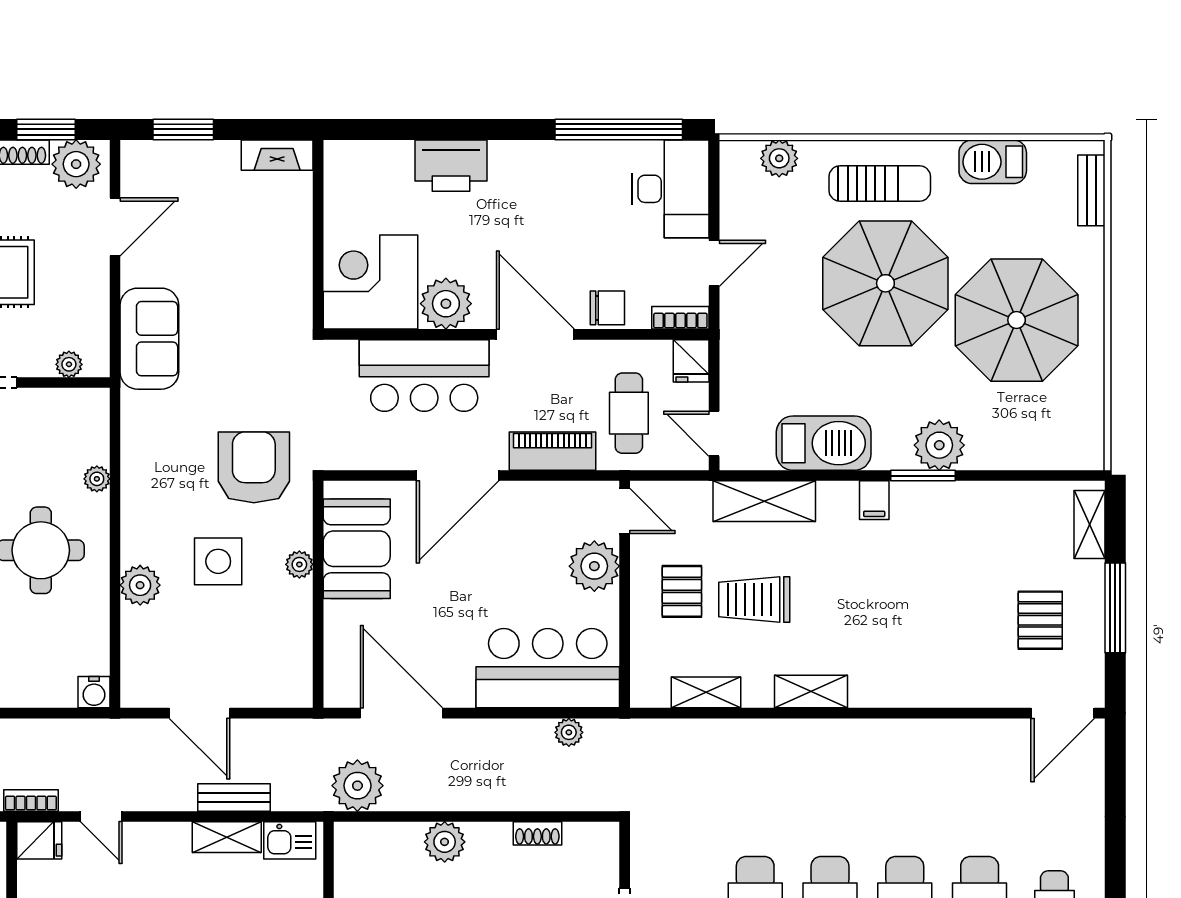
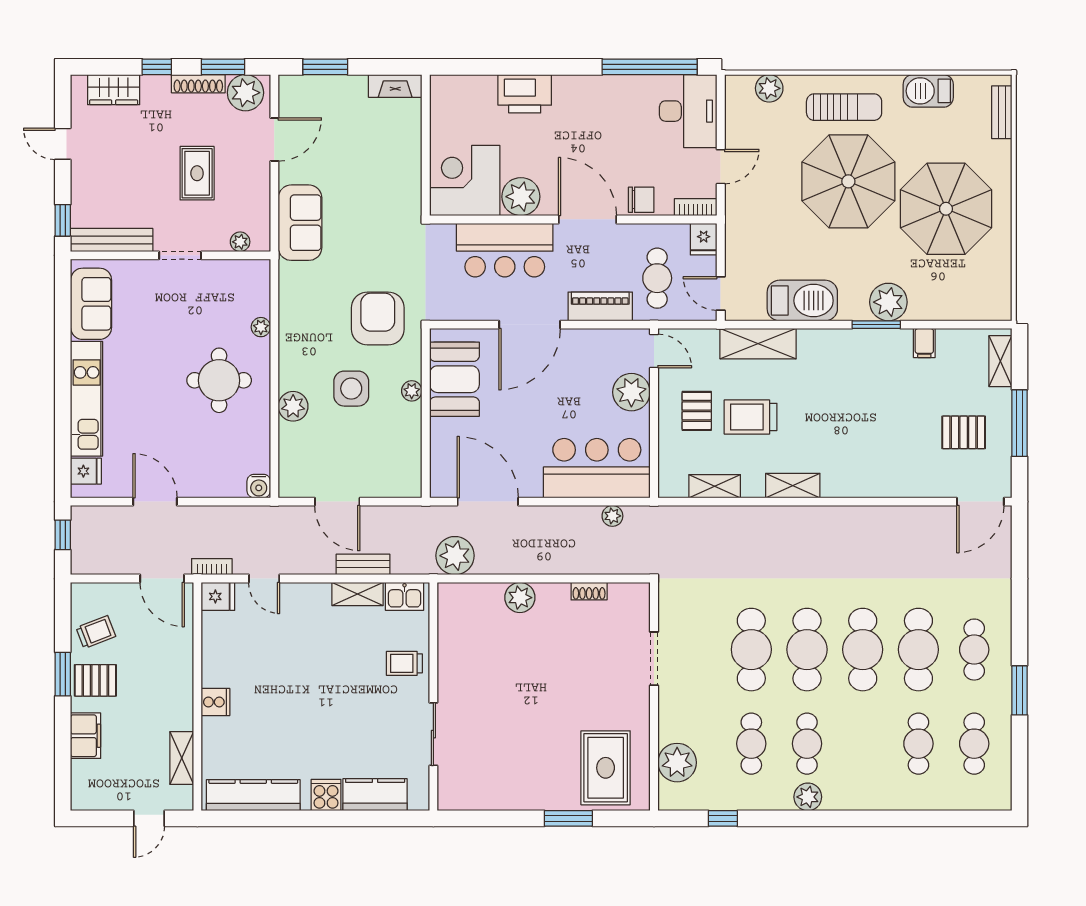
filing cabinet: (874, 500) -> (924, 343), moved
pallet: (1040, 620) -> (964, 432), turned 90

